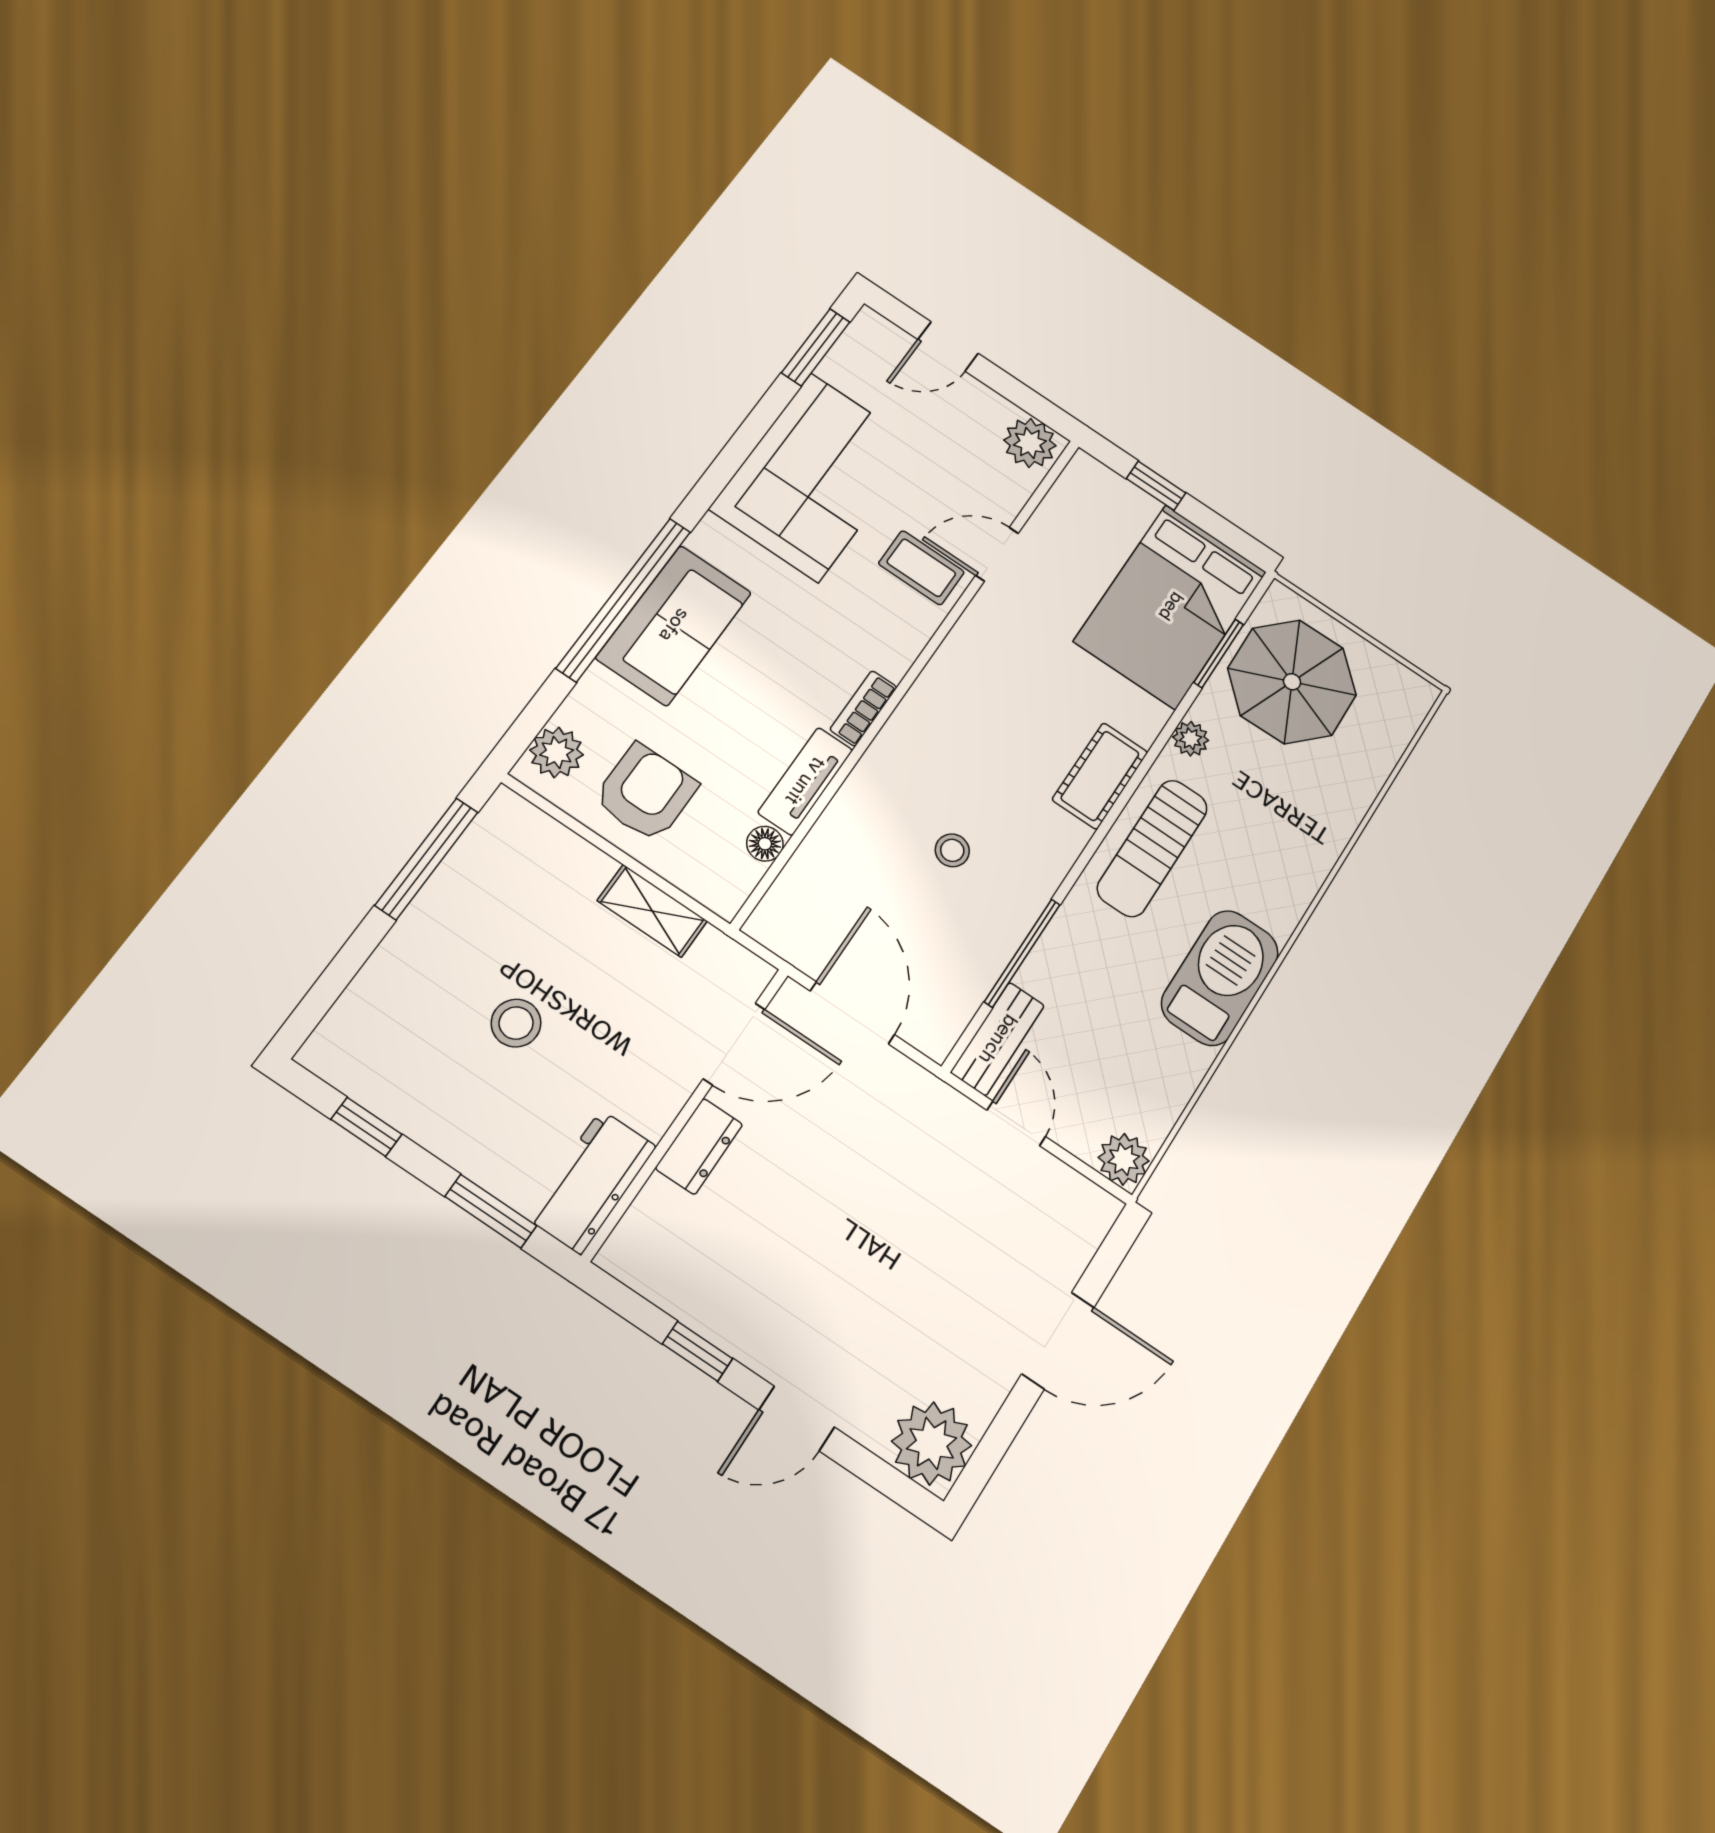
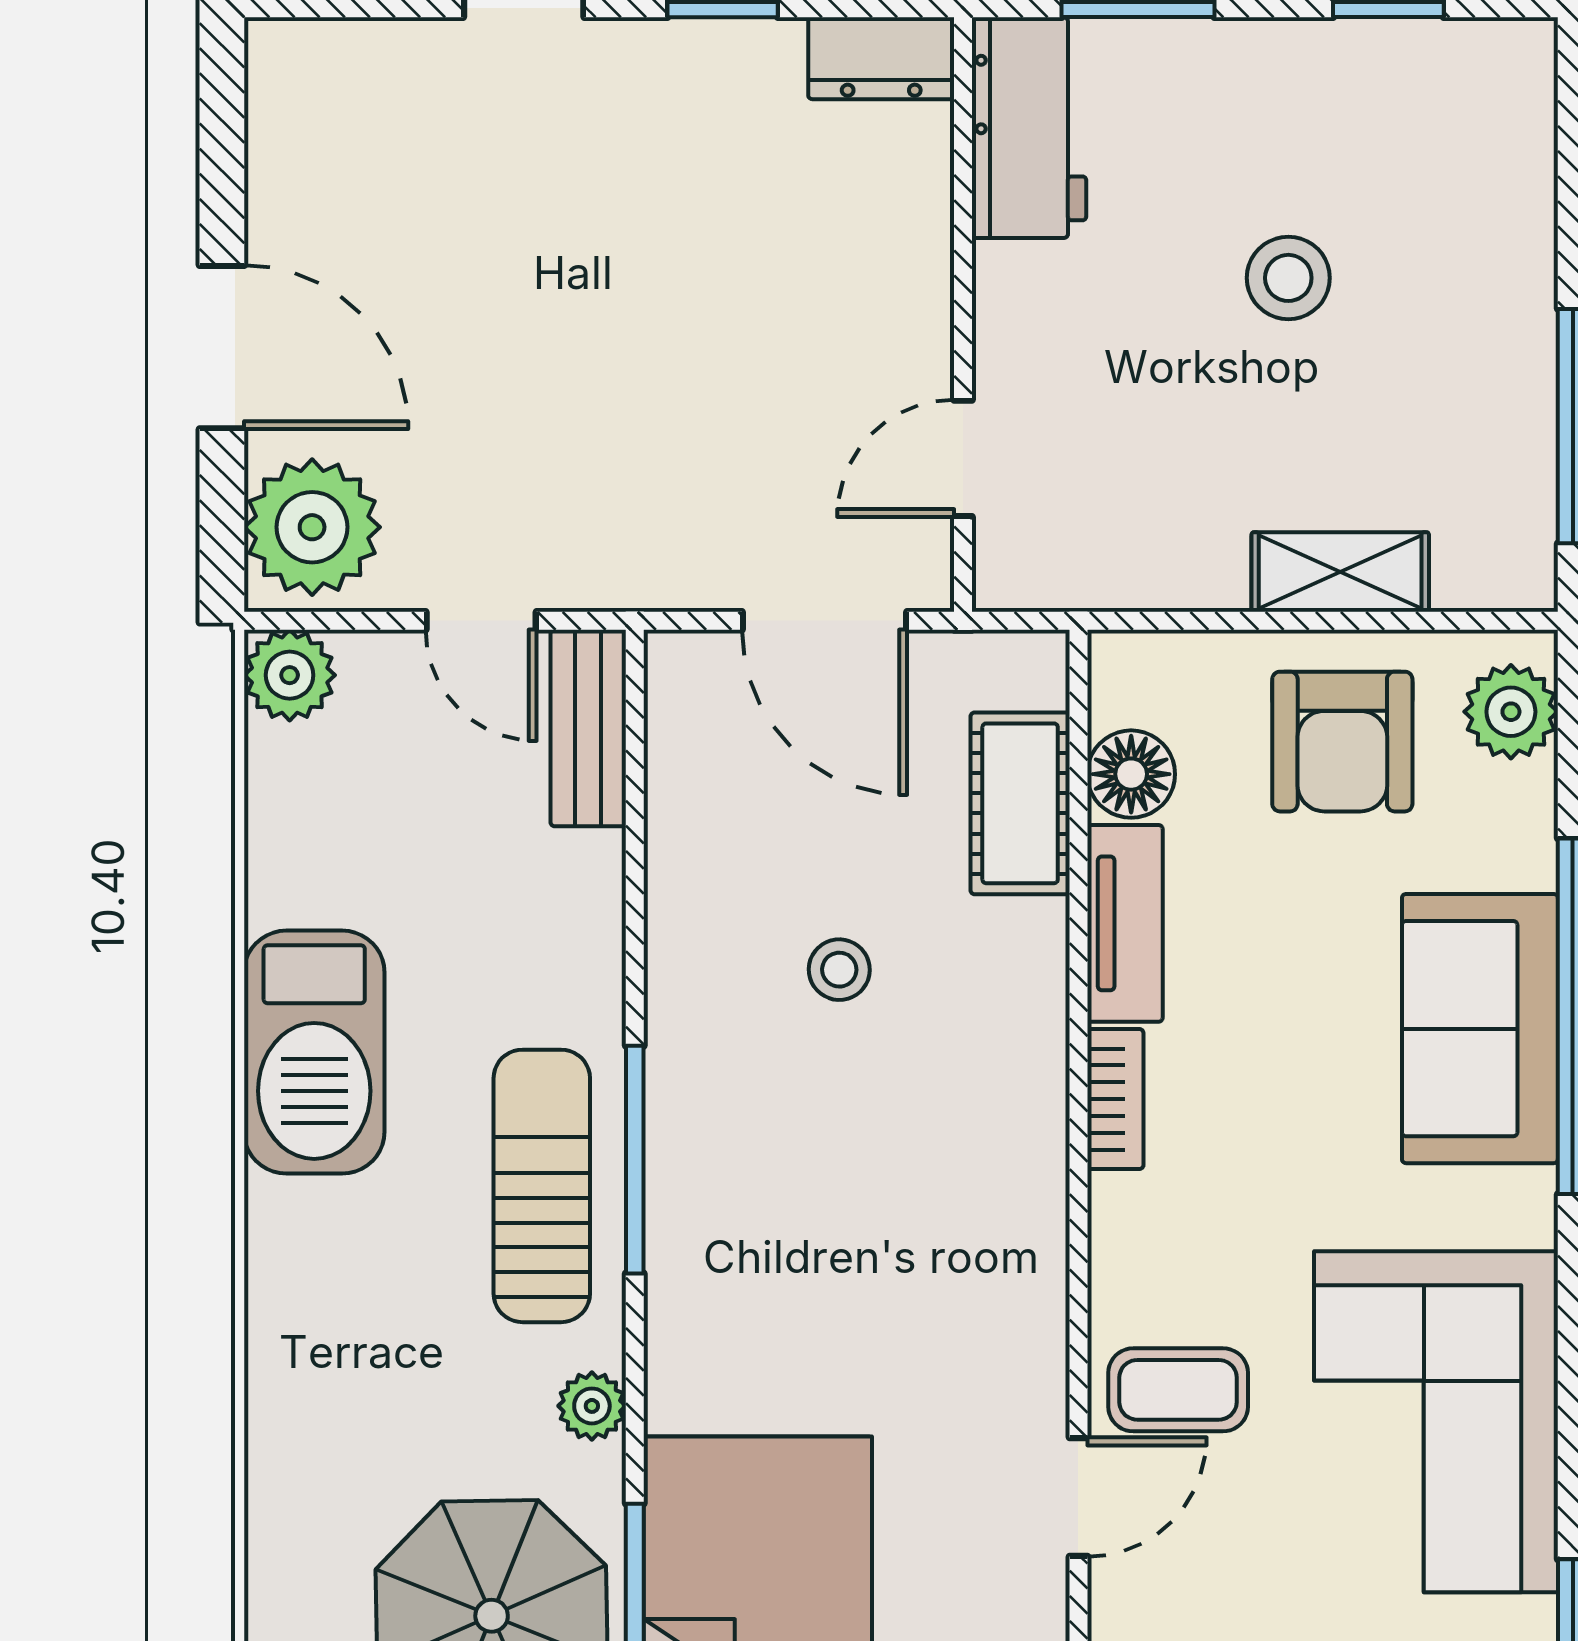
cot: (1100, 776) -> (1020, 803), moved
floor lamp: (765, 844) -> (1131, 774), width x1.37, depth x1.37
shelving: (652, 911) -> (1340, 572), moved
window: (1022, 953) -> (635, 1160), moved
door: (734, 1044) -> (963, 458), width x0.73
dresser: (699, 1146) -> (881, 58), moved, turned -90
door: (1058, 1341) -> (222, 347), swing flipped
plant: (932, 1443) -> (312, 527), moved

